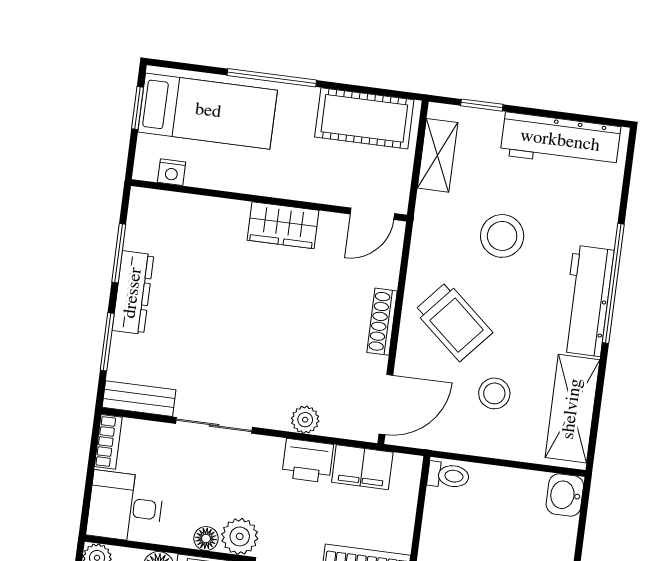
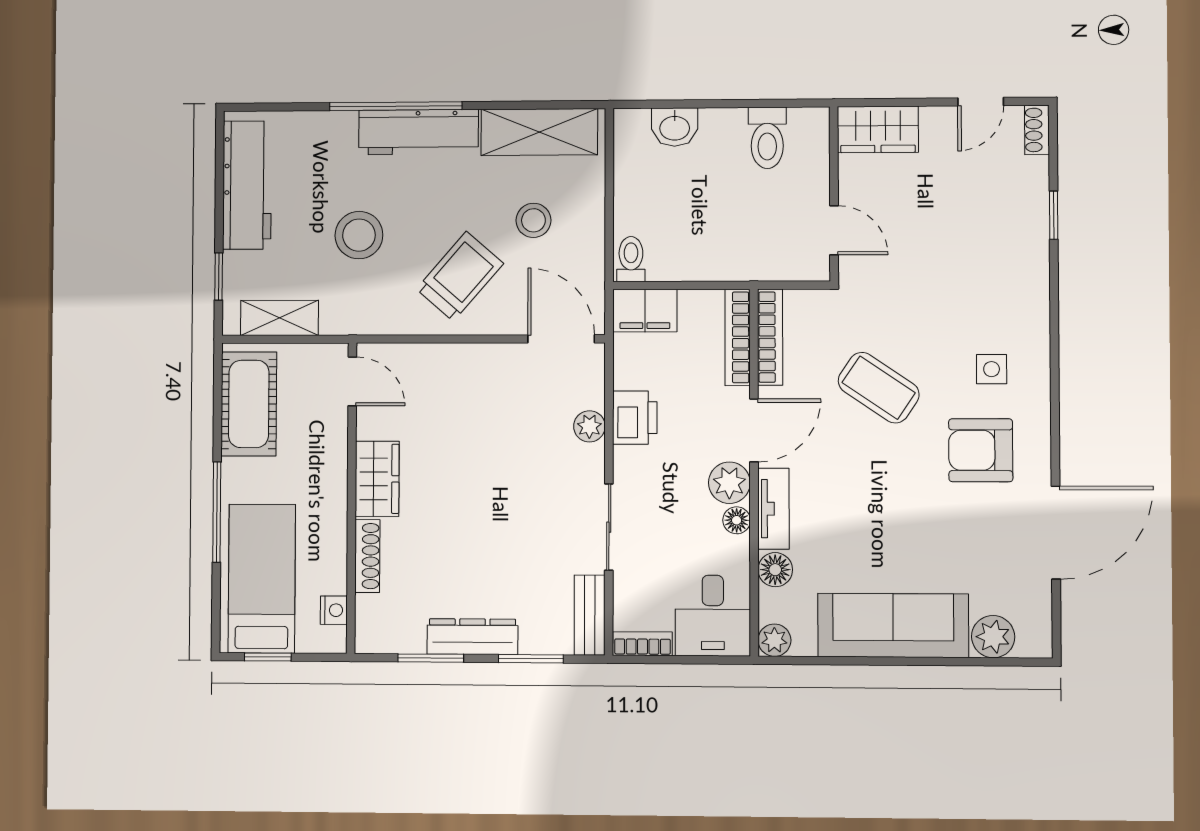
shoe rack: (382, 322) -> (367, 556), moved, turned -90
filing cabinet: (362, 467) -> (645, 311), moved, turned 90
washbasin: (565, 495) -> (675, 127), moved

